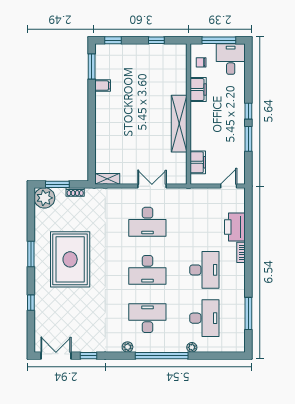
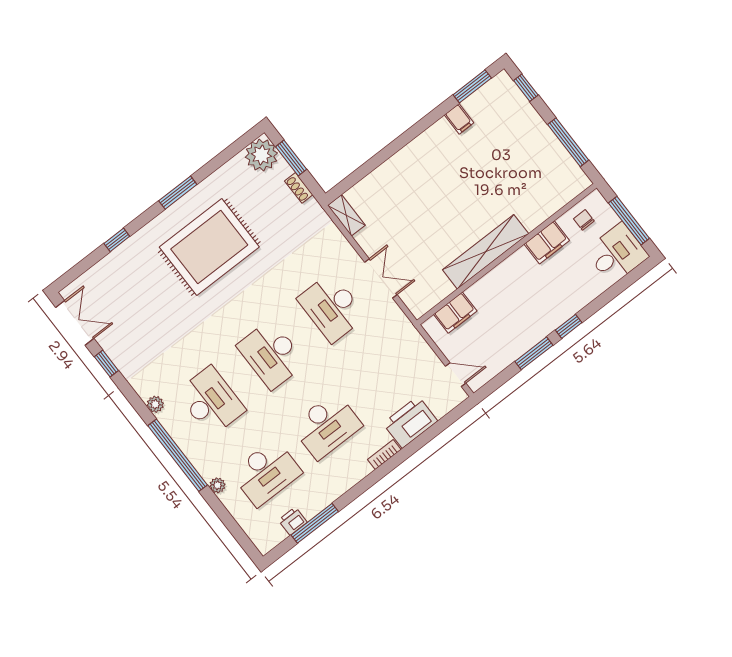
window: (156, 40) -> (568, 142), width x2.17
printer: (239, 324) -> (293, 521), added

